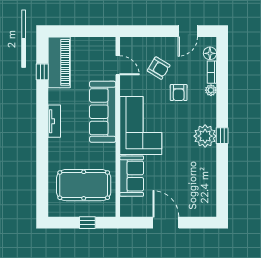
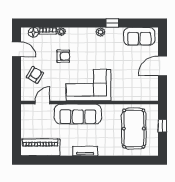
armchair: (159, 68) -> (35, 75), moved
window: (42, 72) -> (47, 160), removed
plant: (205, 136) -> (100, 32), width x0.53, depth x0.53
window: (222, 136) -> (112, 23), moved
sofa: (132, 176) -> (139, 36), moved, turned 180

